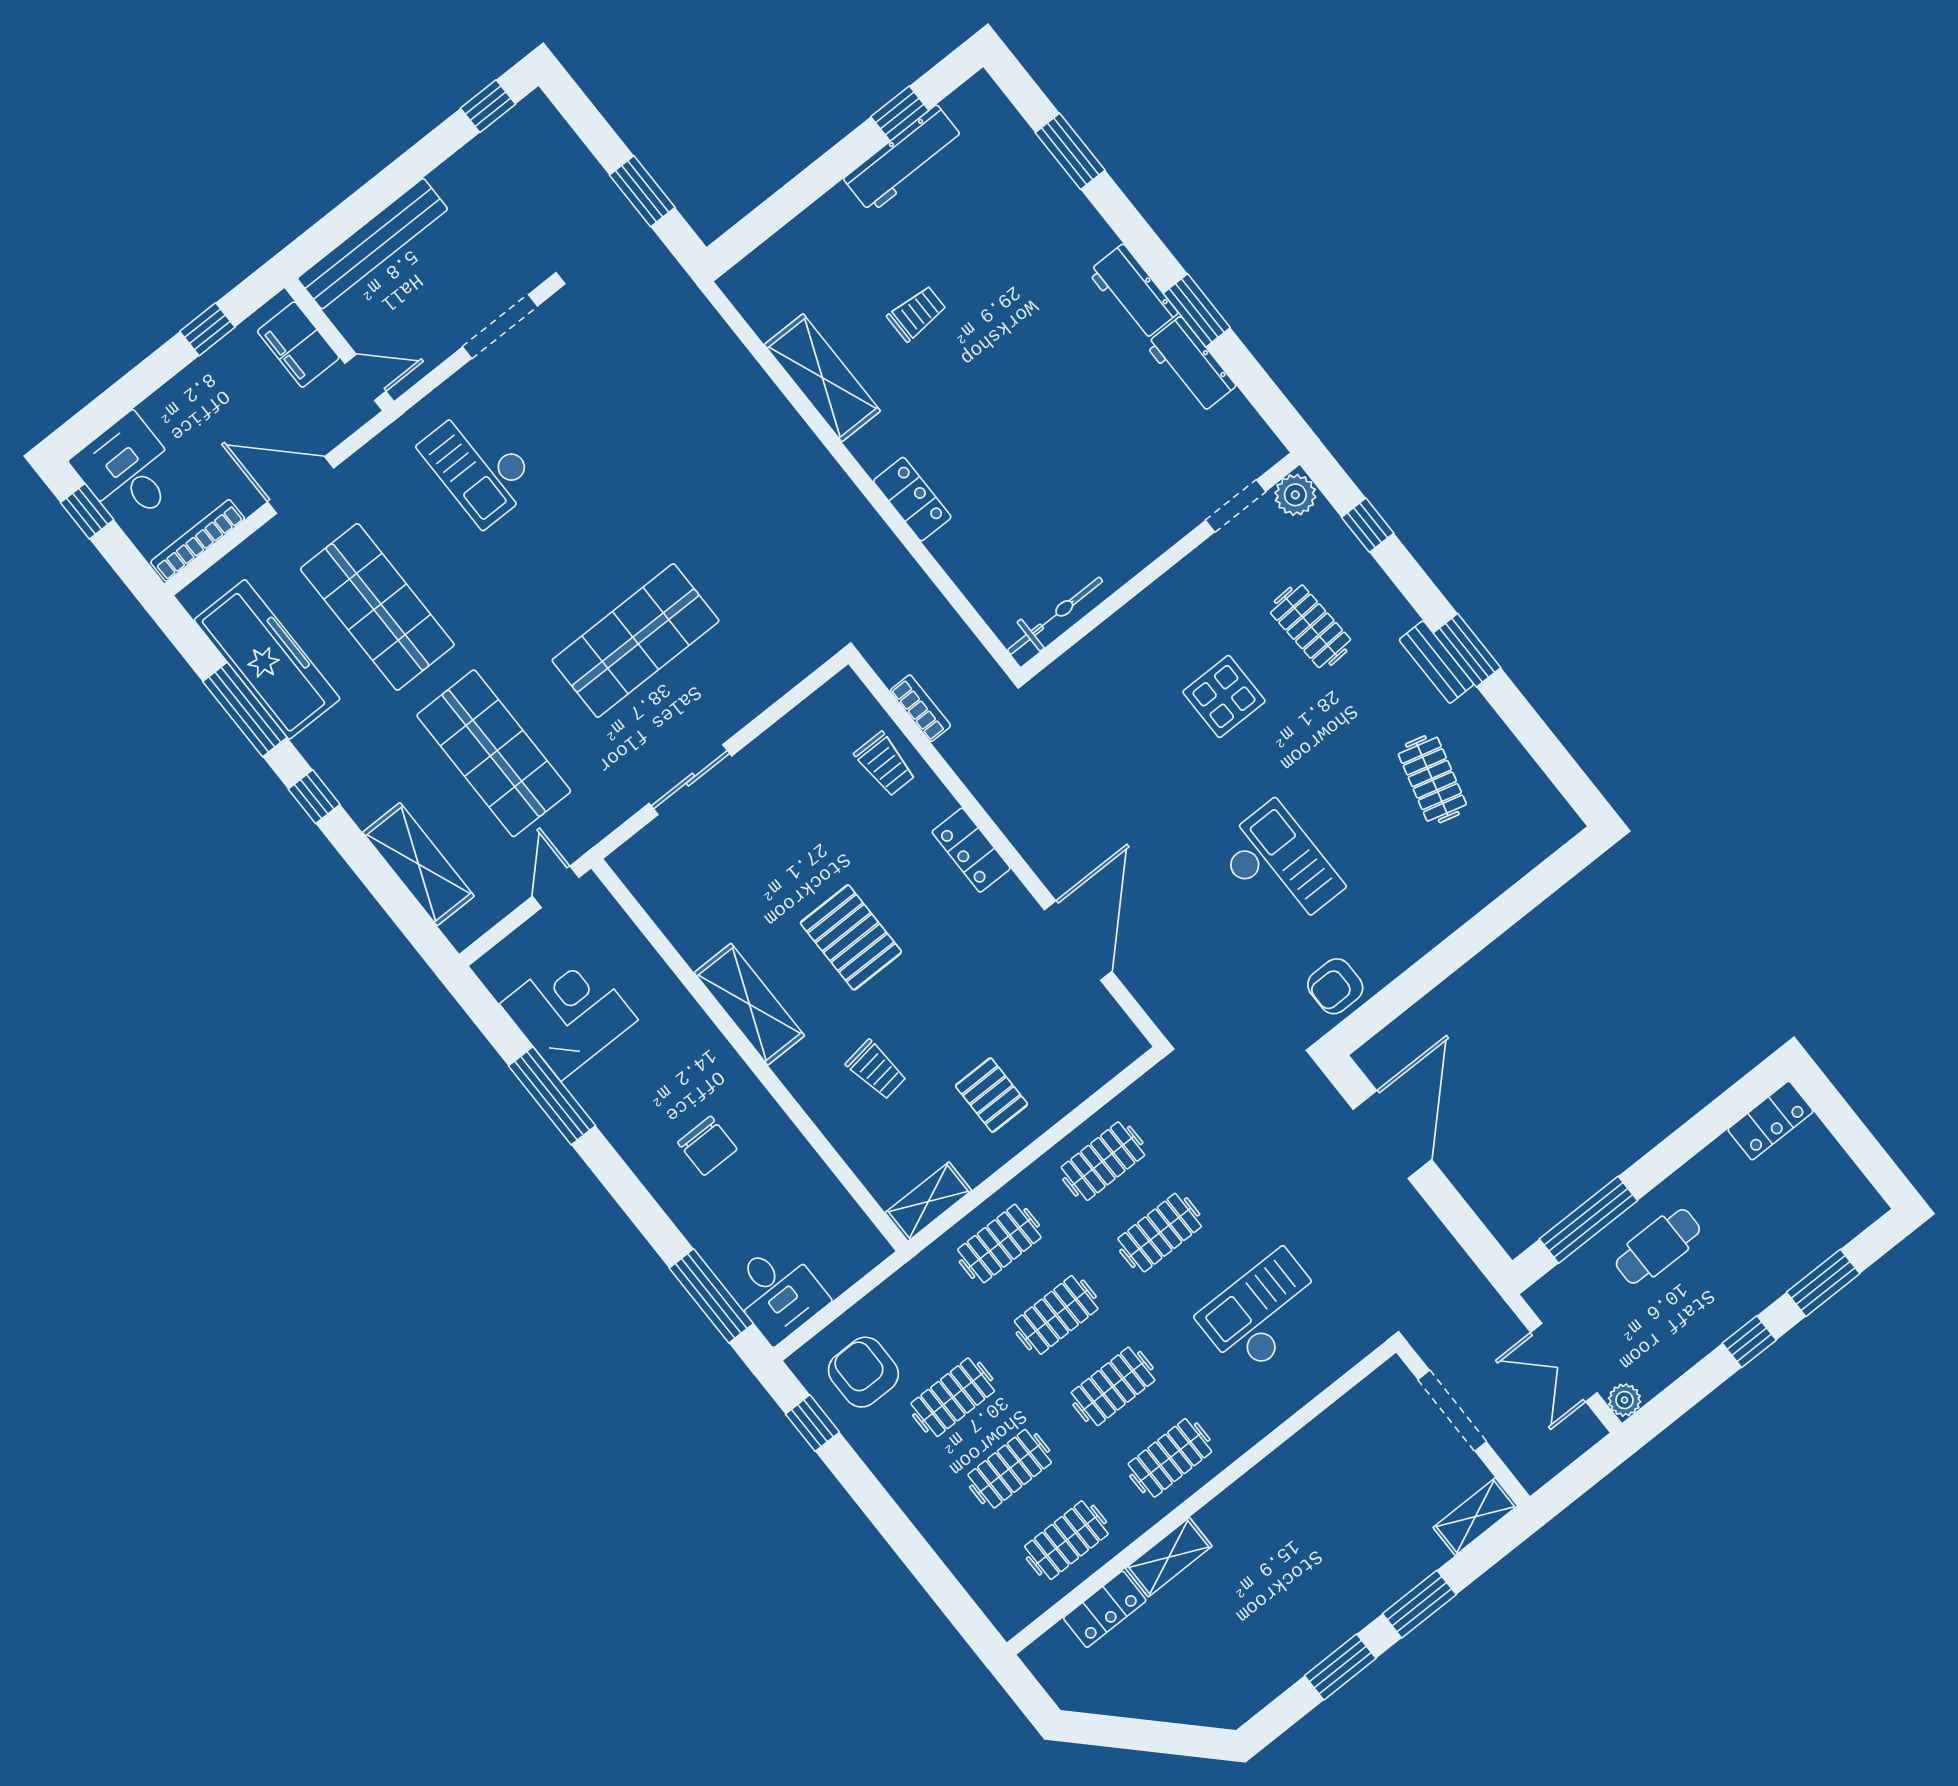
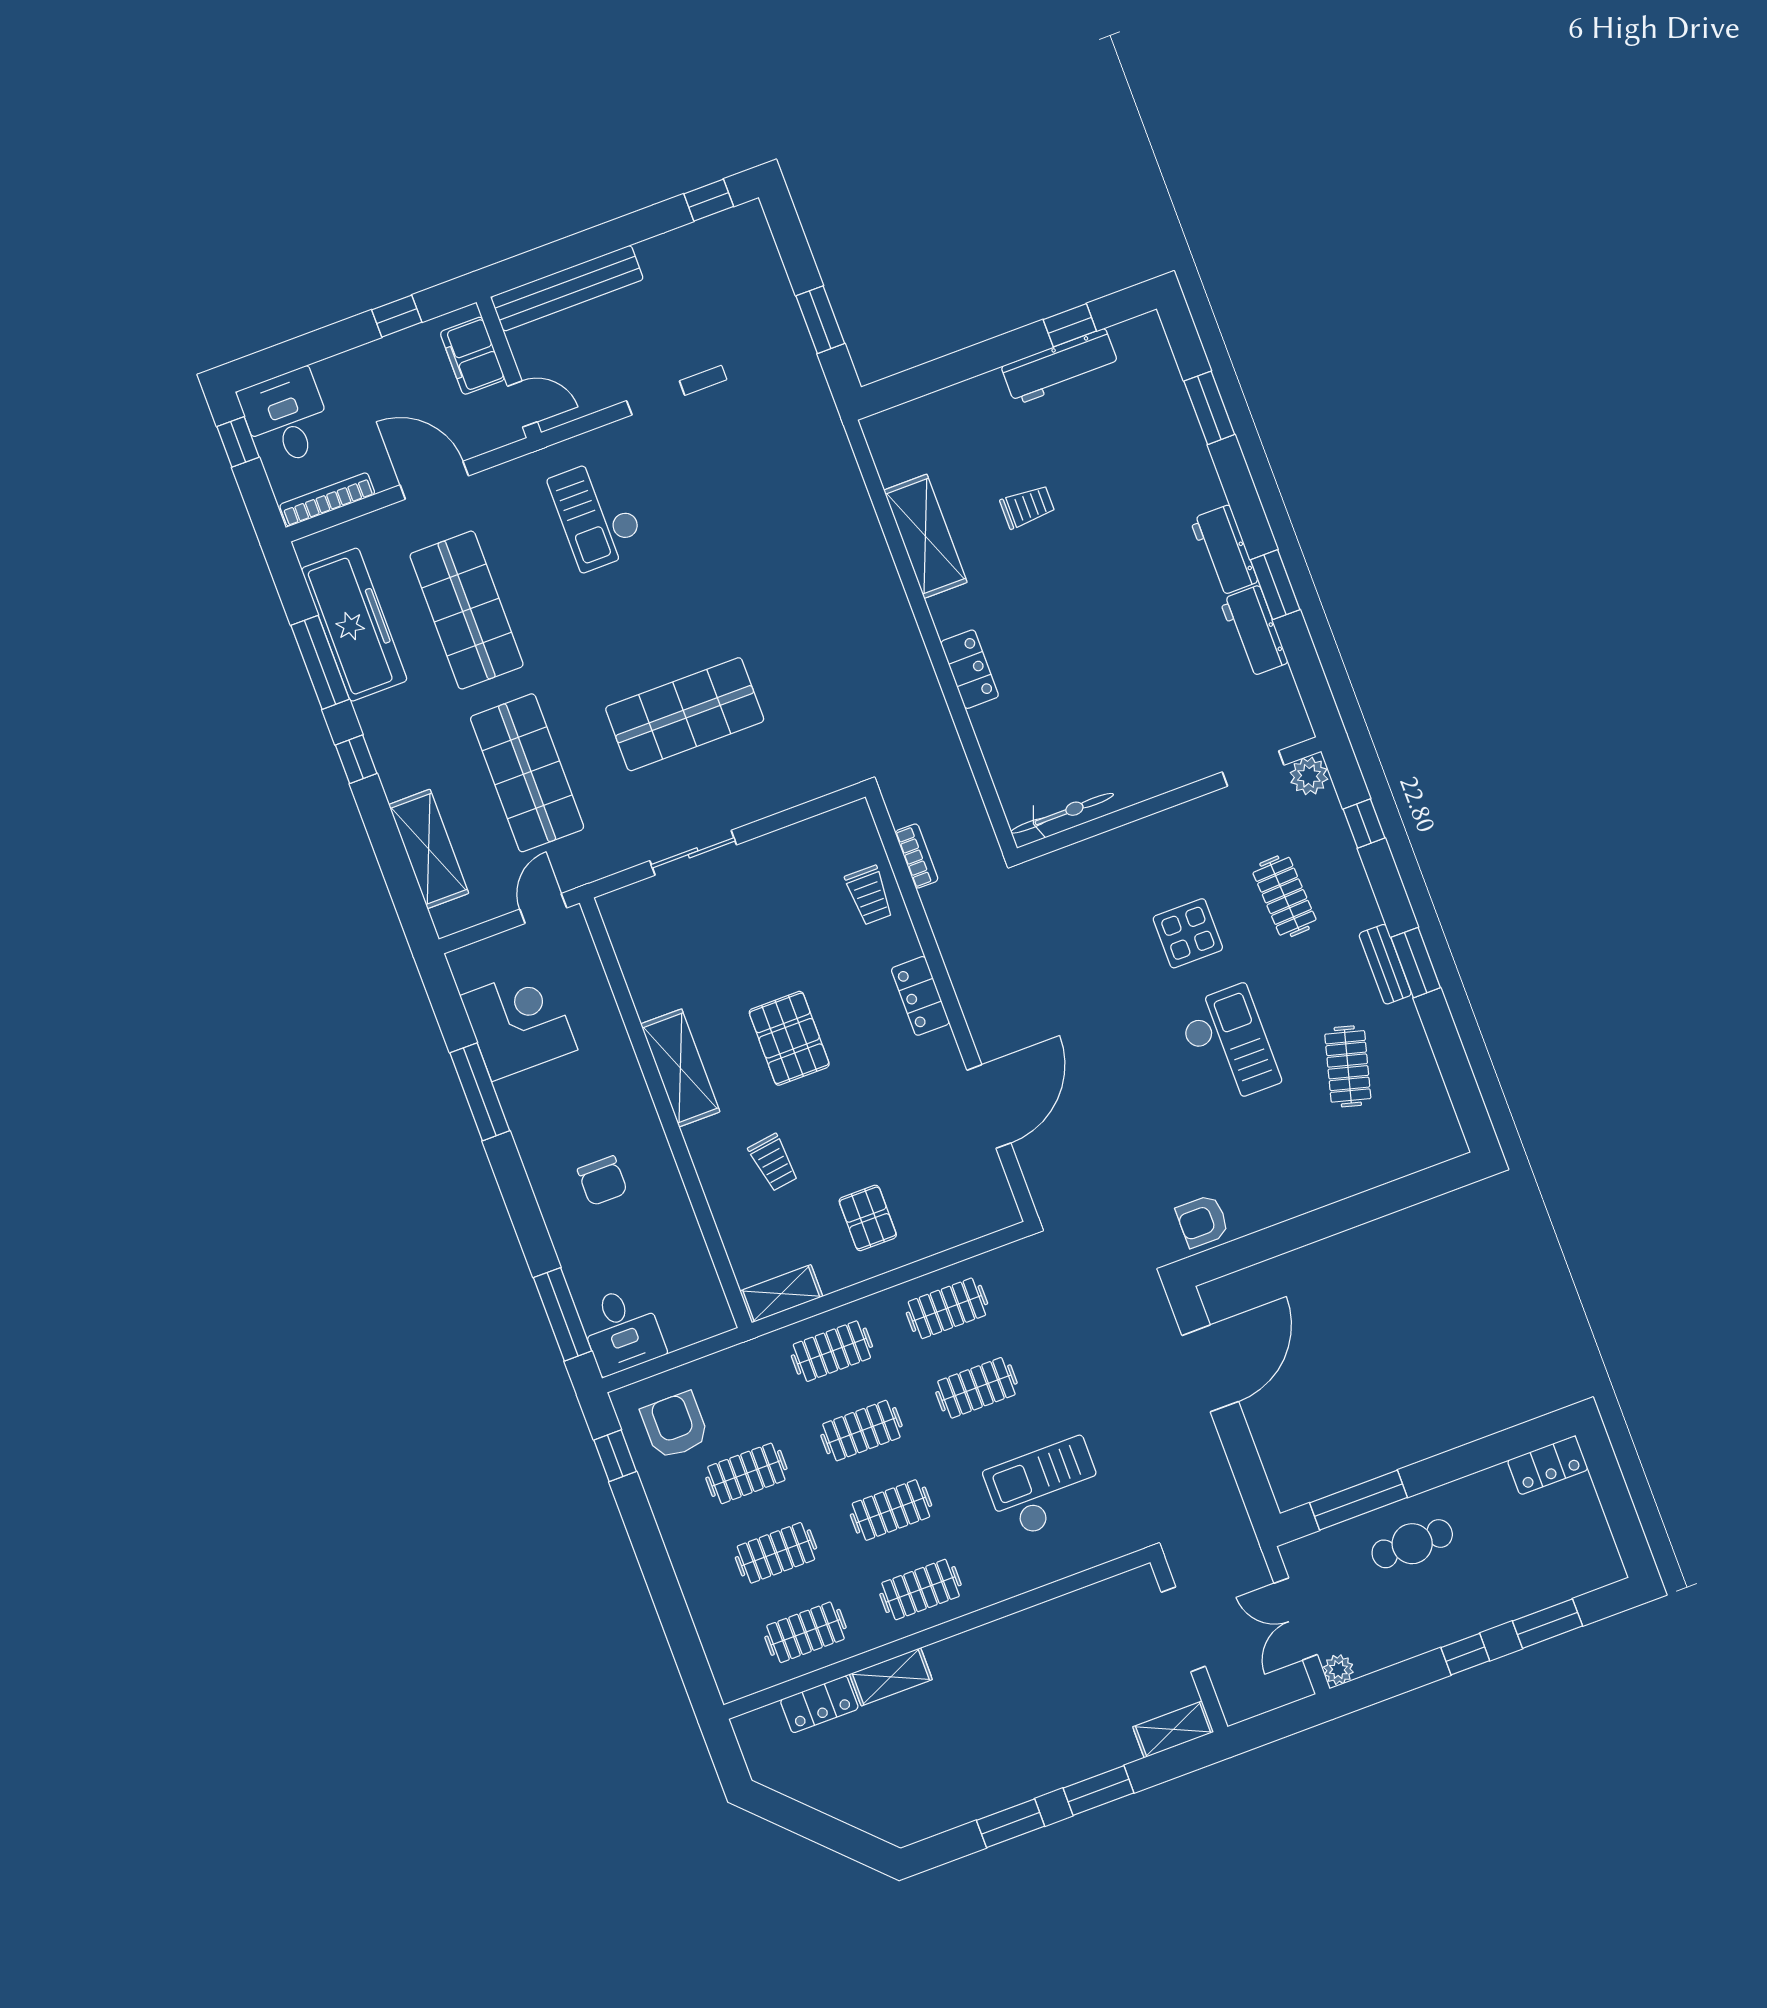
doorway: (500, 326) -> (656, 398), width x0.73
checkout: (1279, 867) -> (1229, 1045), moved

